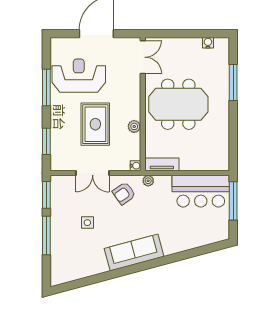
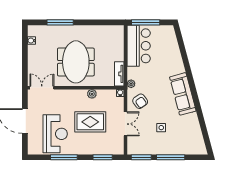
reception desk: (79, 76) -> (55, 134), turned 180

